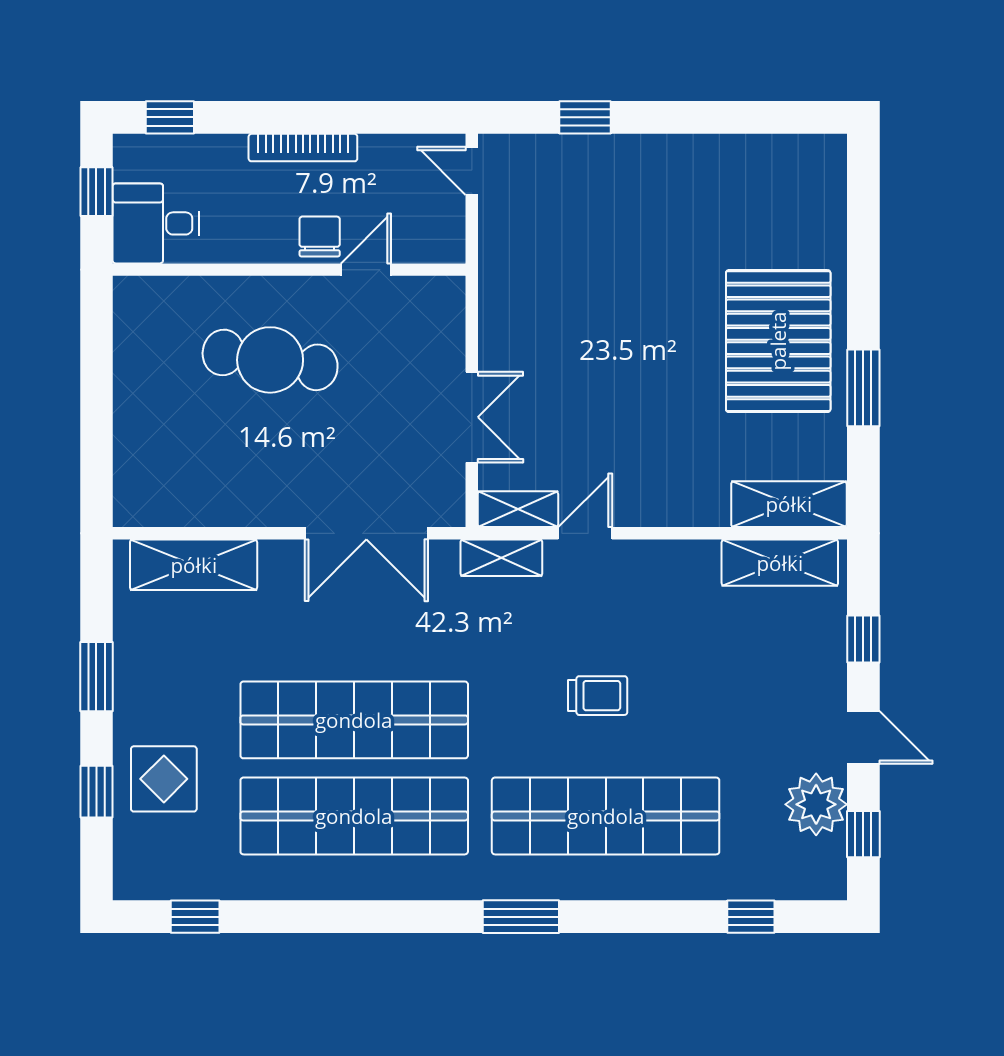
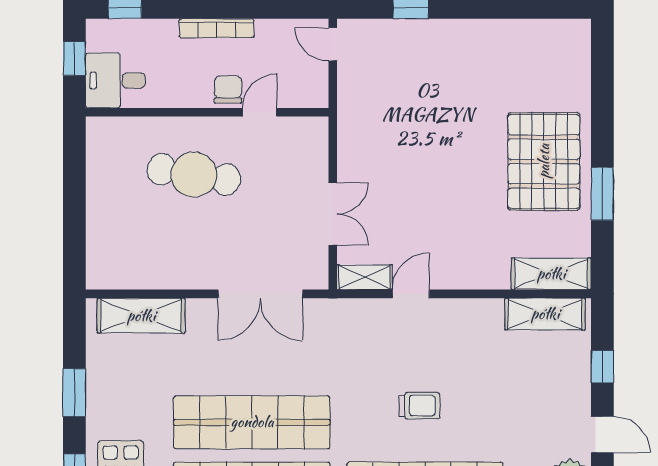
shelving: (501, 558) -> (353, 311), removed

